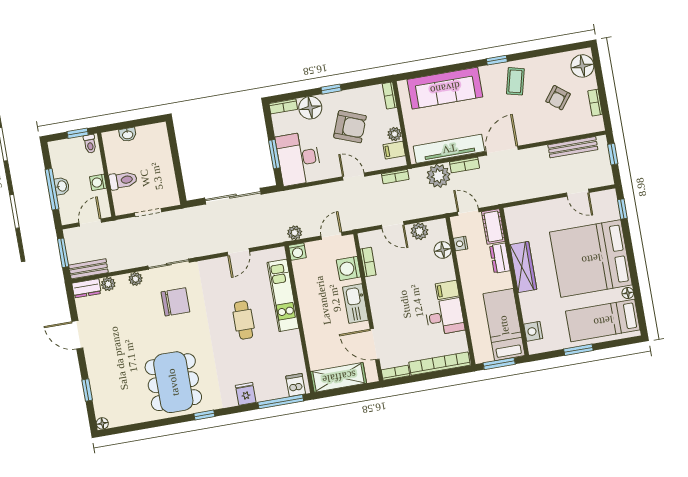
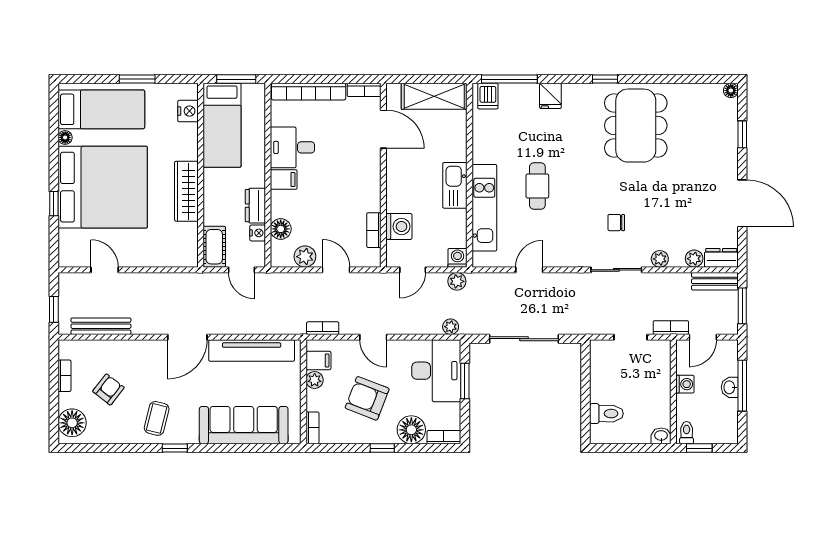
washbasin: (128, 135) -> (661, 436), moved
bookcase: (465, 165) -> (671, 328), moved
plant: (438, 176) -> (451, 327), moved, width x0.53, depth x0.53
toilet: (123, 180) -> (606, 414), moved, turned 180
window: (622, 209) -> (54, 204), moved
dresser: (500, 258) -> (255, 206), moved, turned 180
chair: (175, 302) -> (616, 223), width x0.54, depth x0.54
kitchen sink: (355, 304) -> (455, 185), moved, turned 180
door: (77, 335) -> (742, 203), width x1.36

